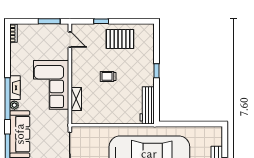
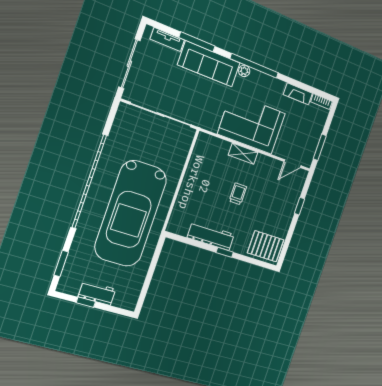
pallet: (120, 39) -> (266, 246), moved, turned 90
fireplace: (15, 88) -> (298, 94), moved
shelving: (76, 99) -> (243, 154), moved
workbench: (147, 105) -> (211, 236), moved

